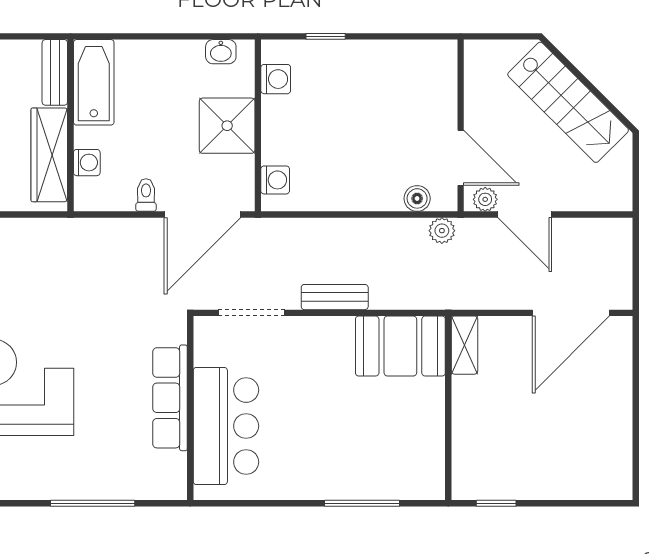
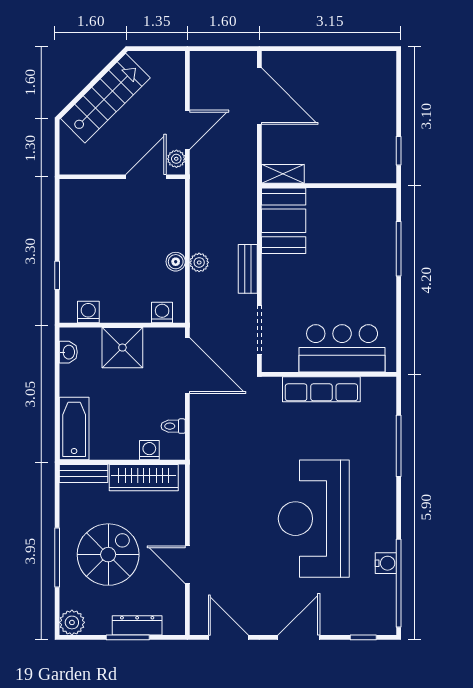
bathtub: (94, 82) -> (74, 428), moved, turned 90
toilet: (146, 195) -> (173, 426), moved
boiler: (417, 198) -> (176, 262), moved
plant: (442, 231) -> (199, 262), moved

